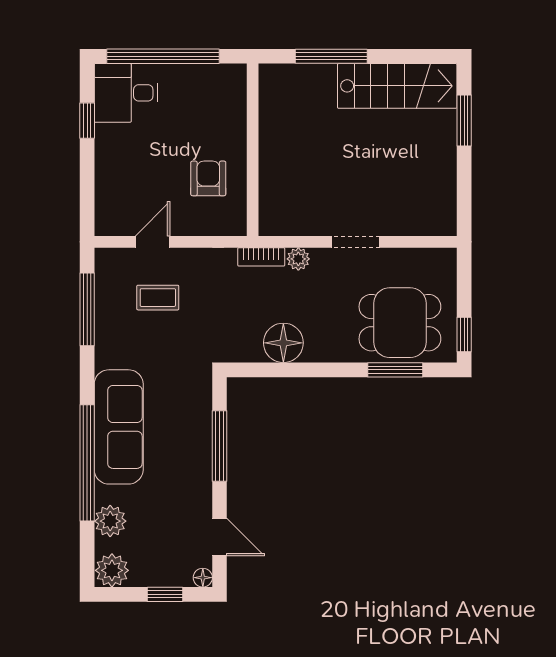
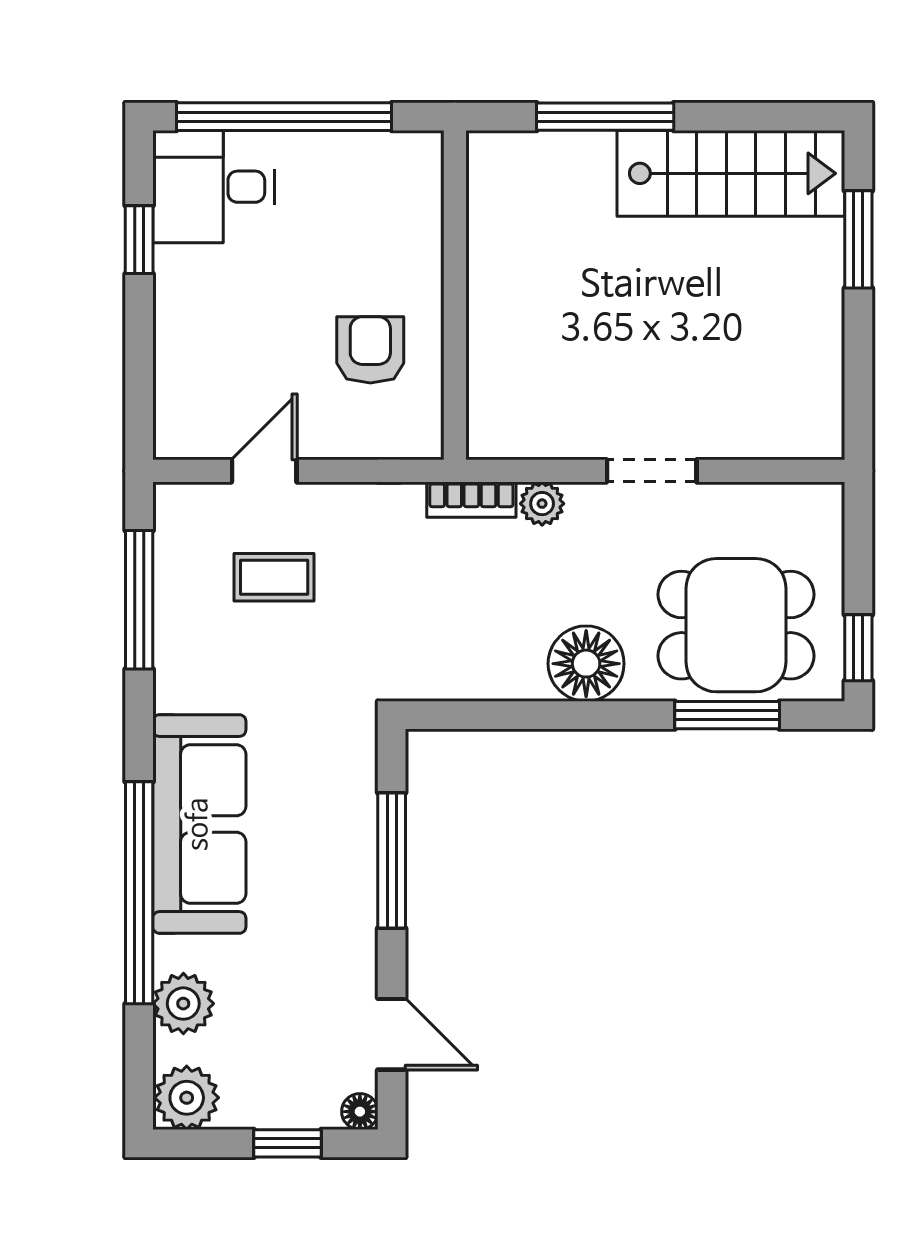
floor lamp: (283, 343) -> (586, 664), moved

